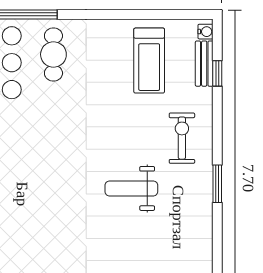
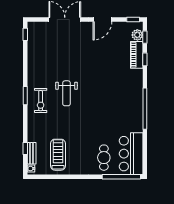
exercise bike: (182, 138) -> (41, 101), moved
weight bench: (131, 188) -> (66, 93), turned 90

